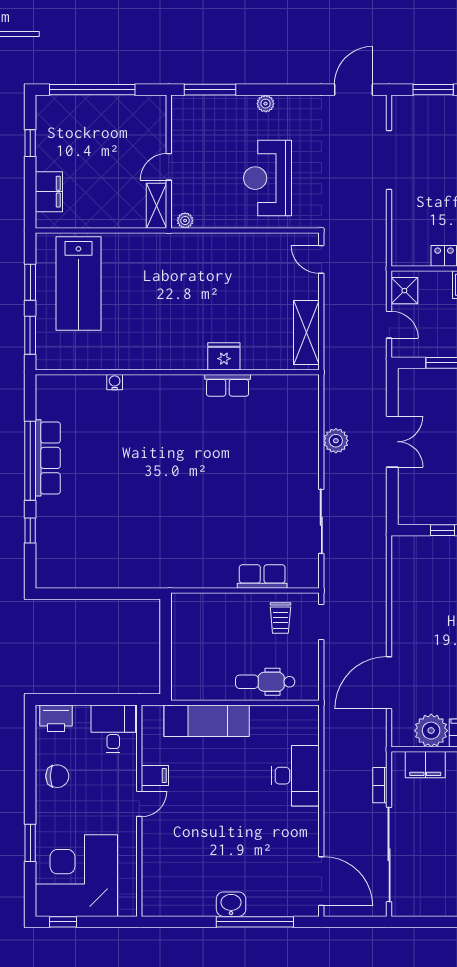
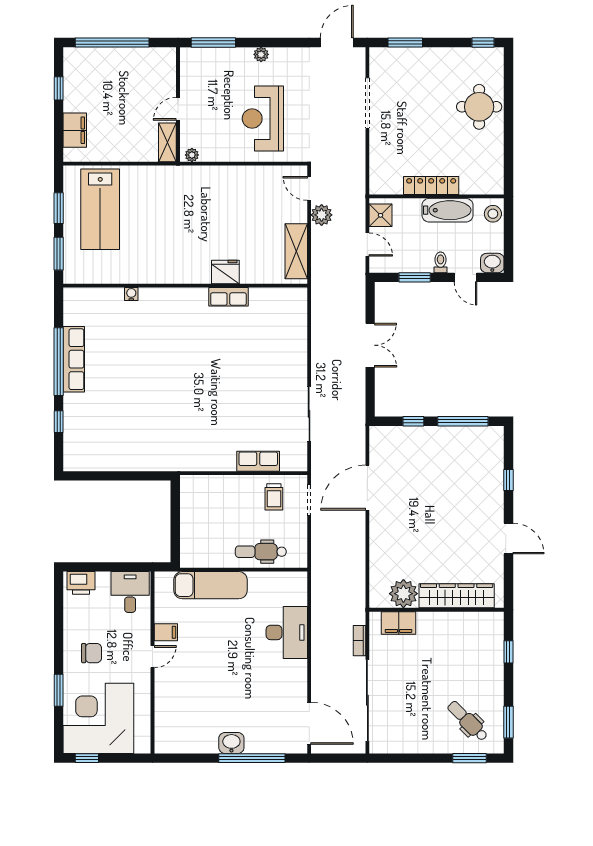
plant: (336, 441) -> (322, 215), moved
door: (389, 683) -> (367, 488), moved
chair: (57, 776) -> (92, 653), moved

